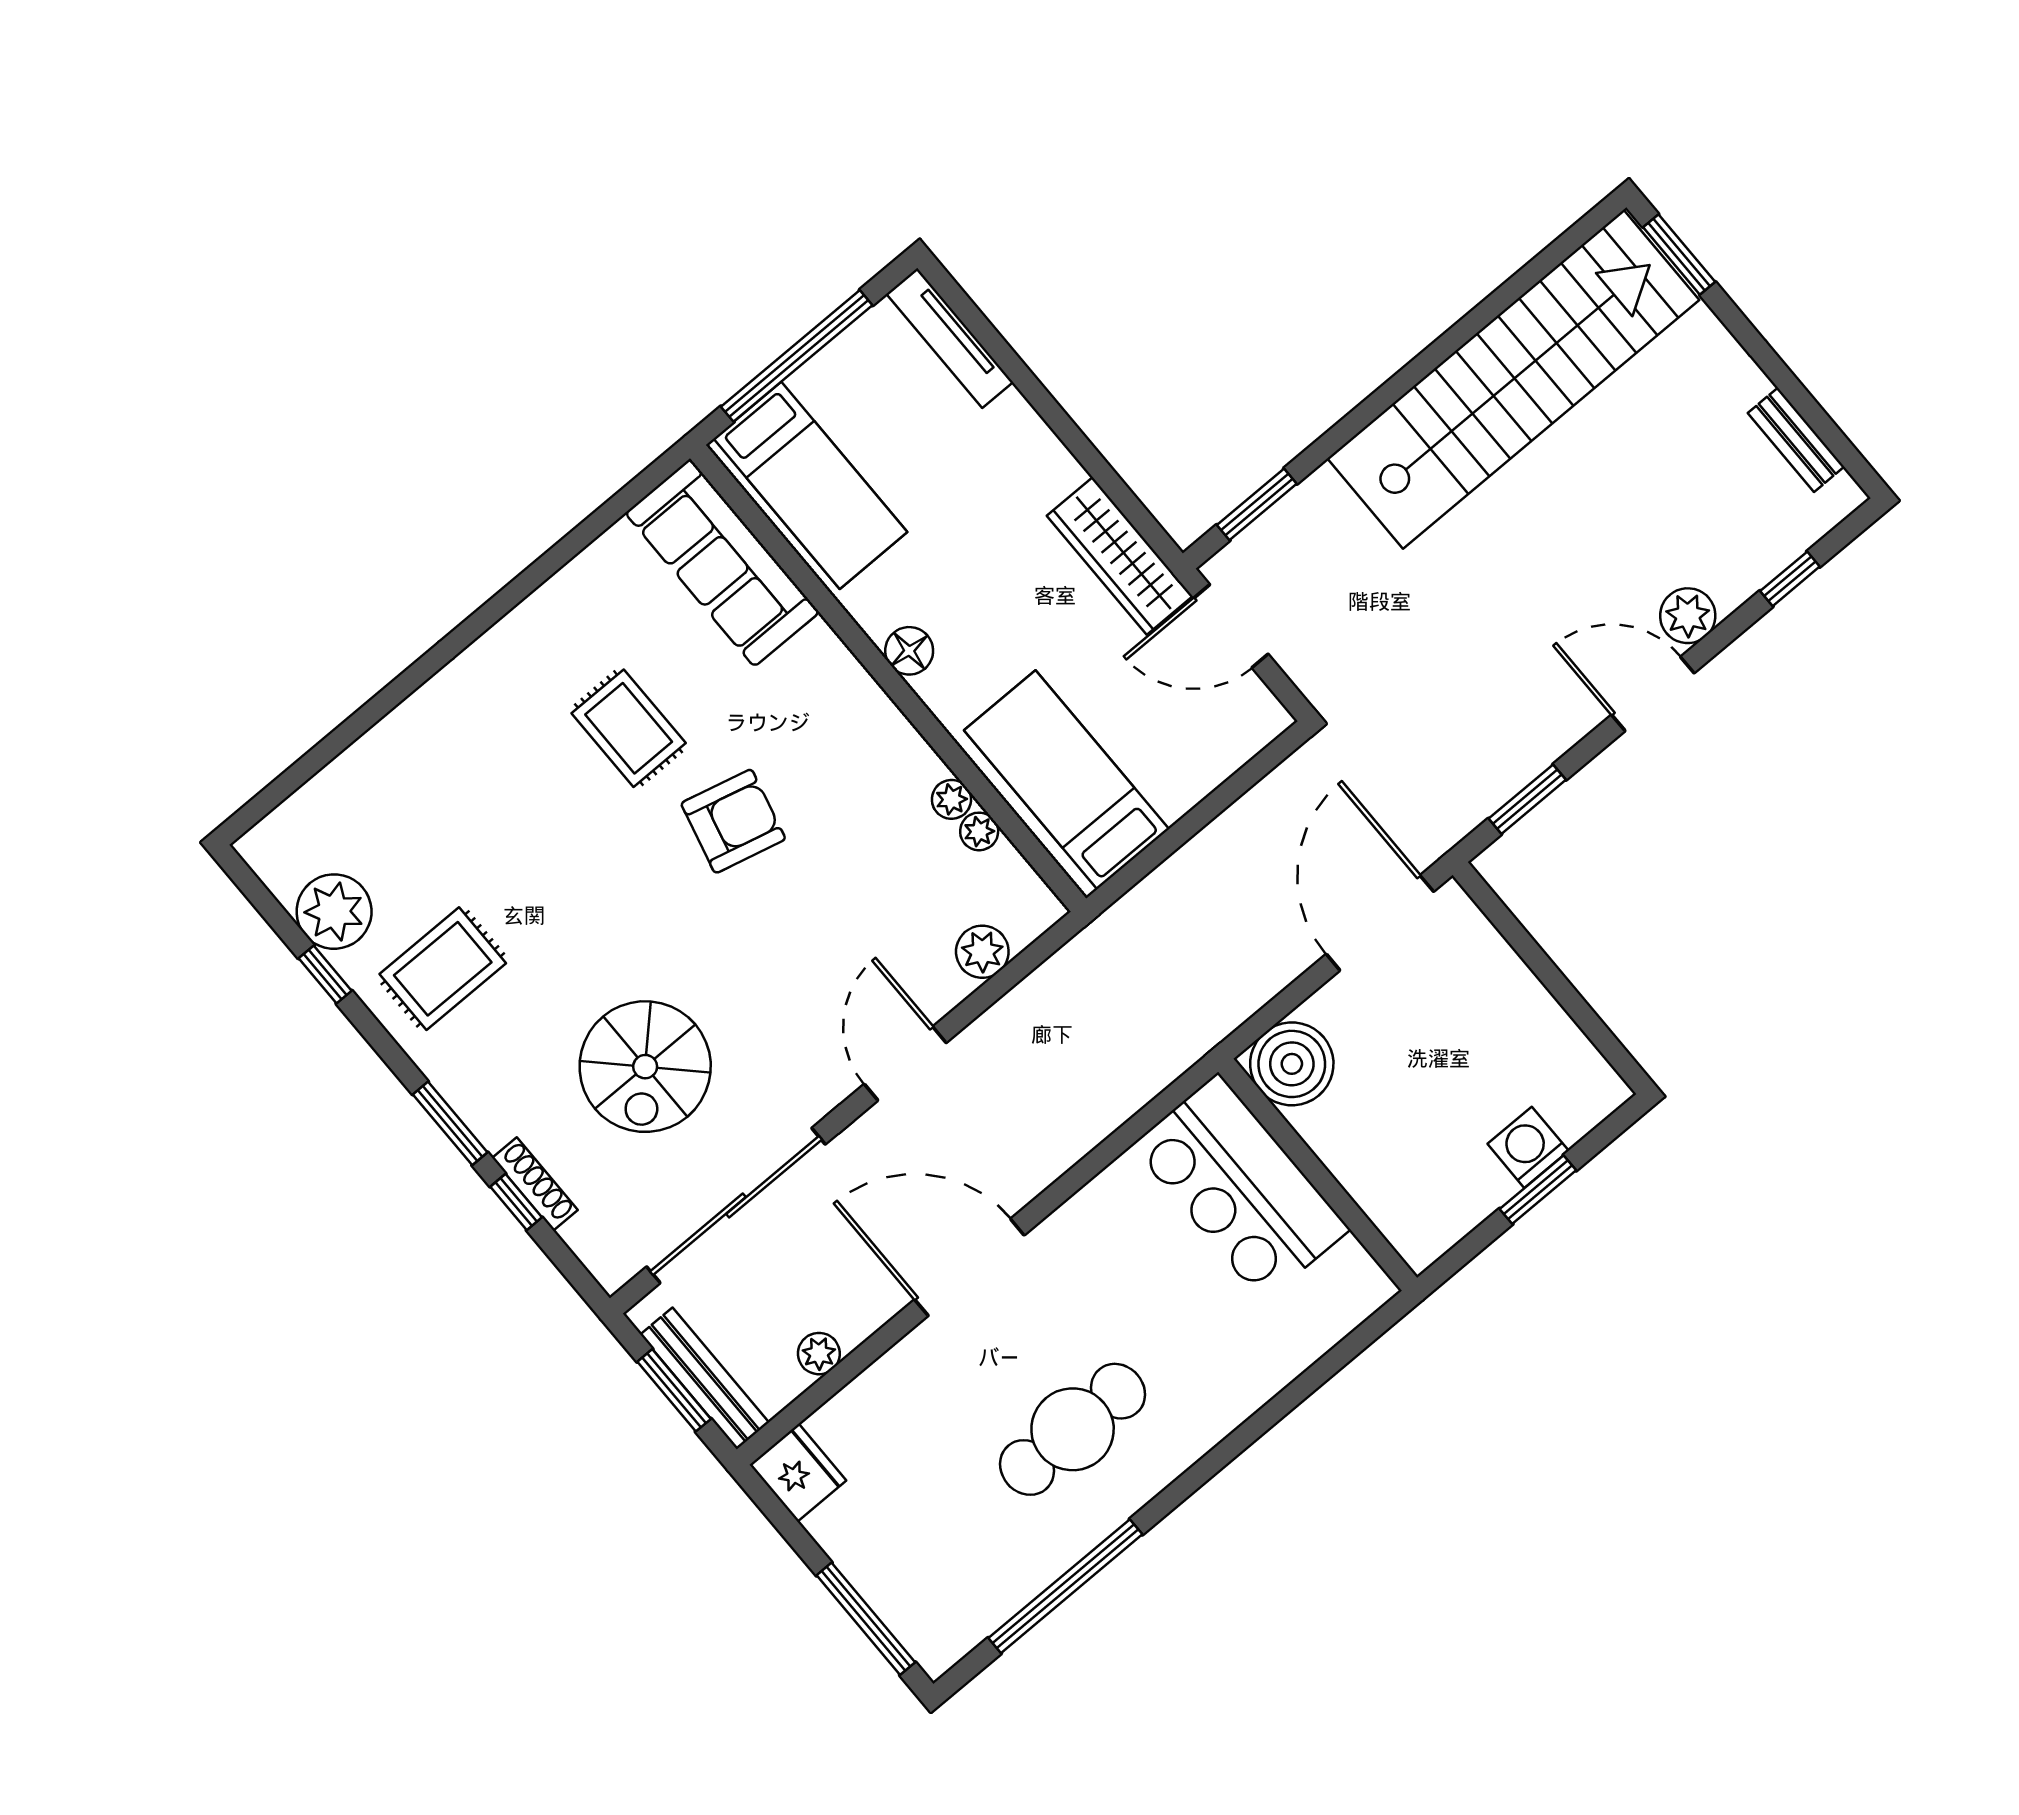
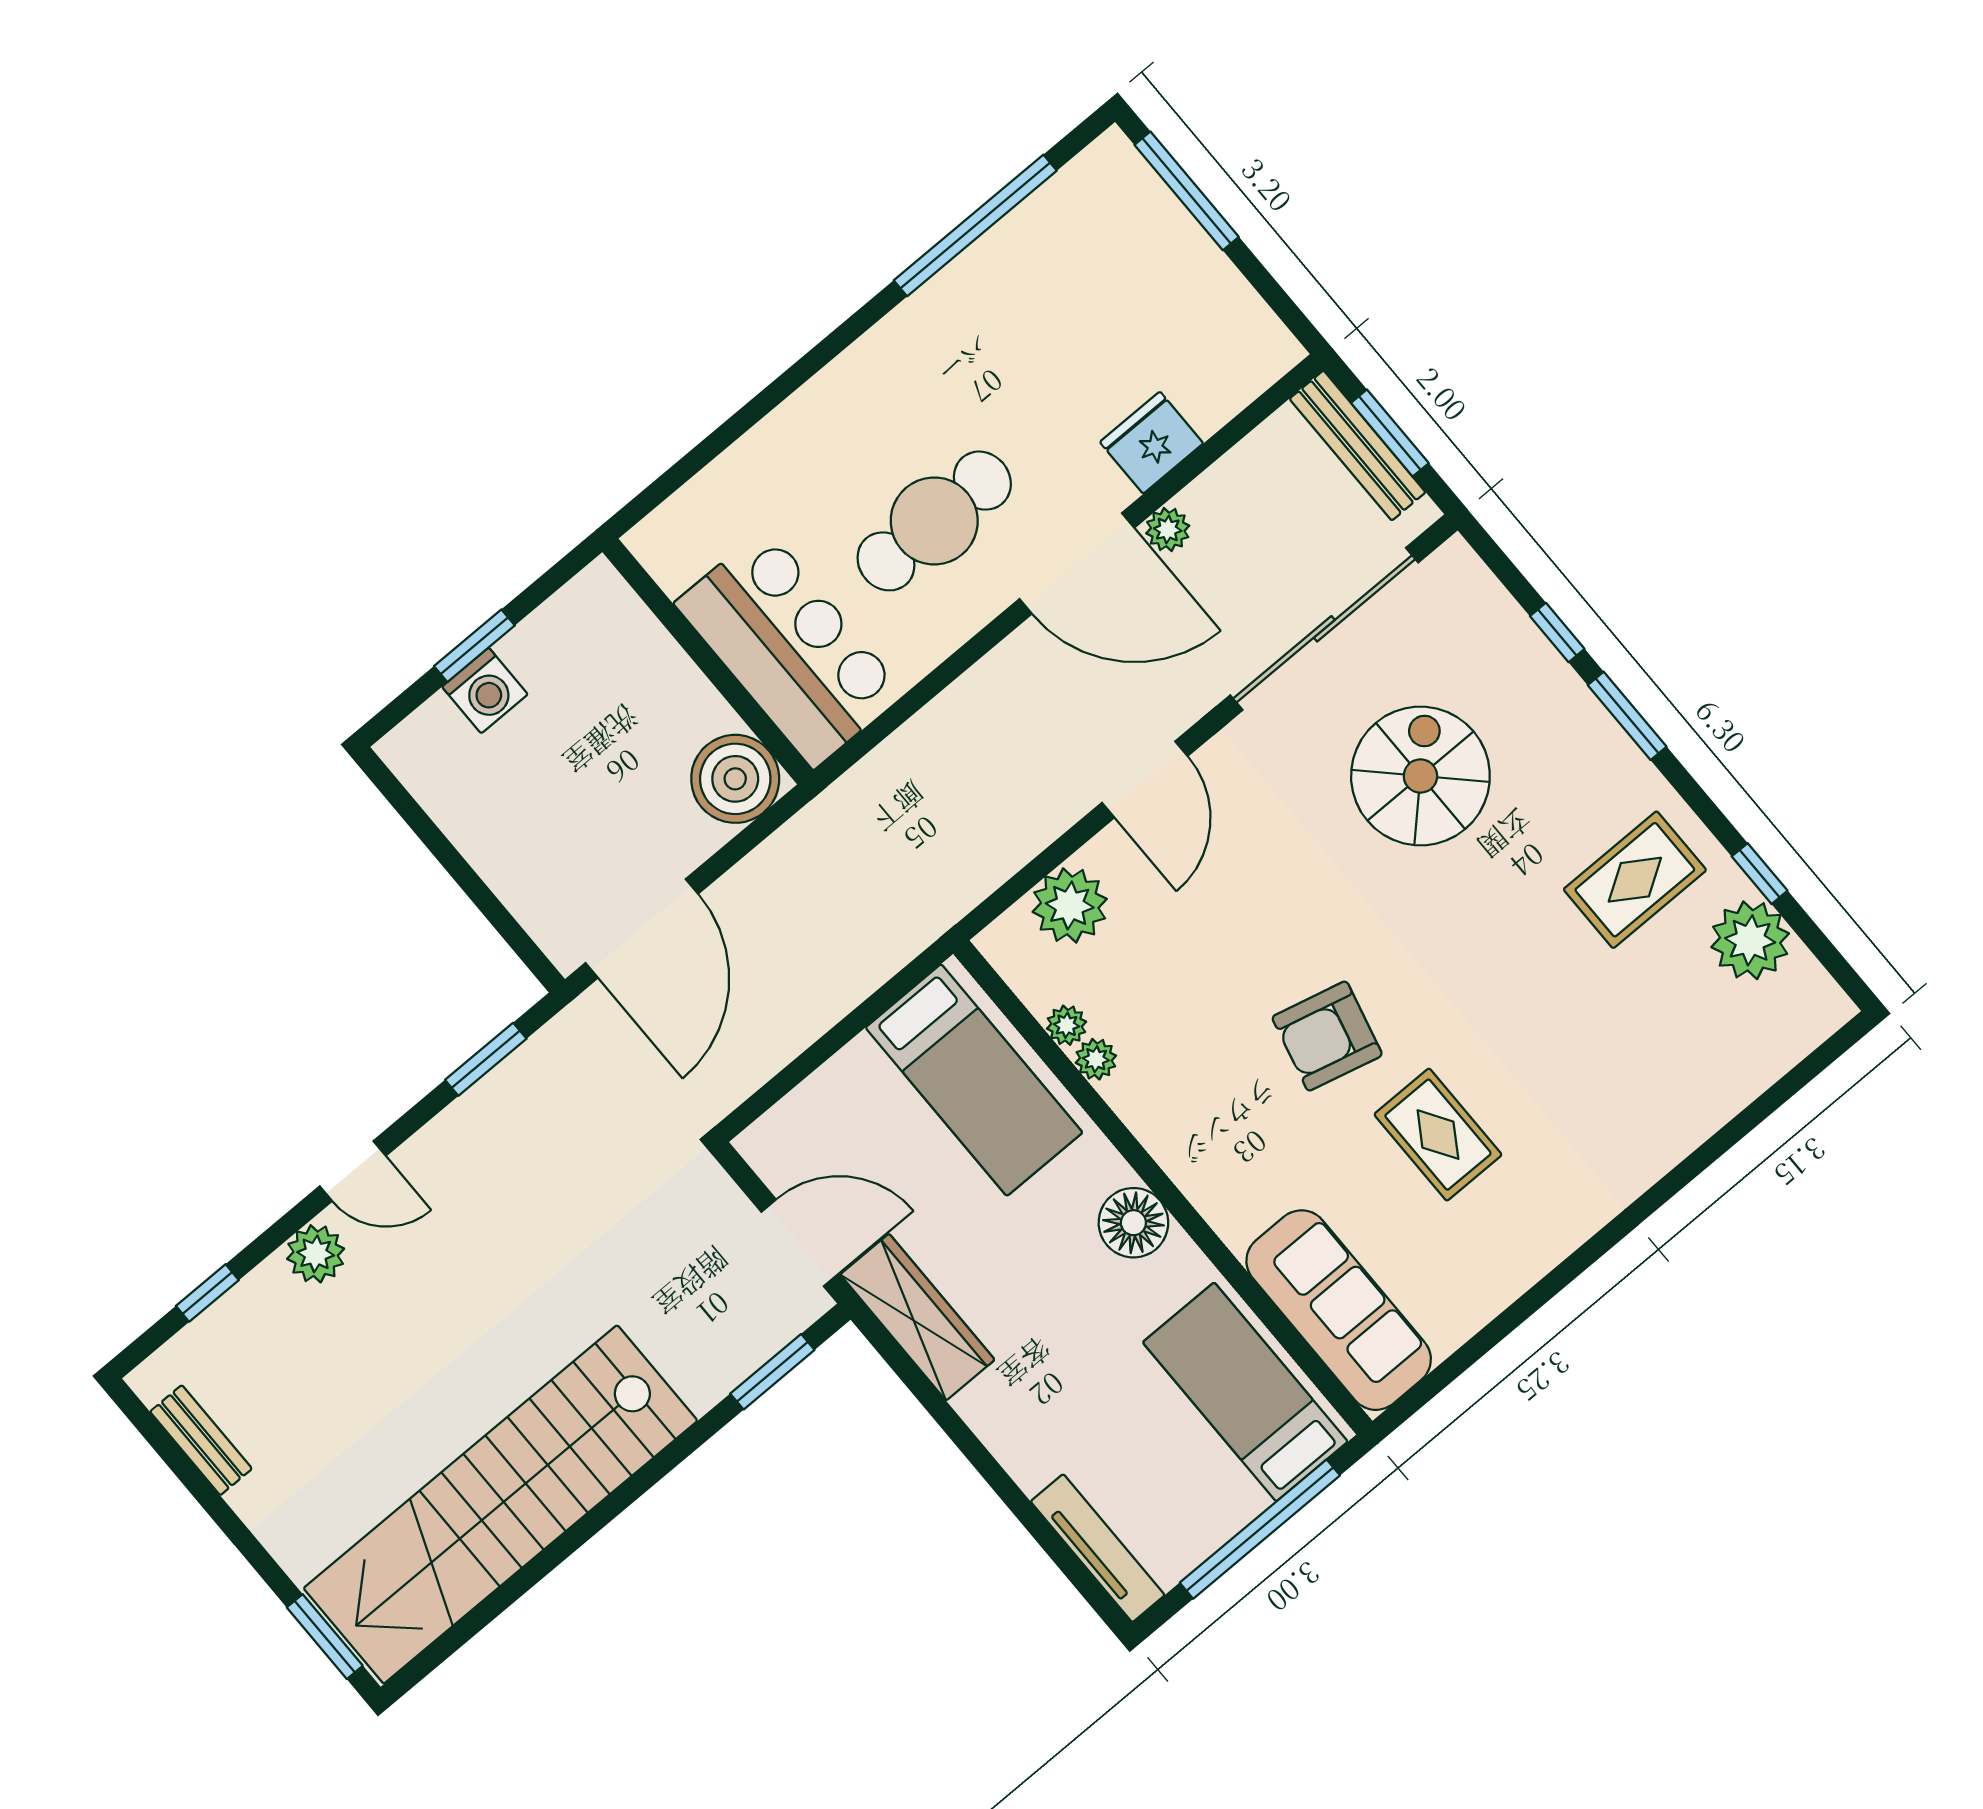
floor lamp: (909, 651) -> (1133, 1223), width x1.38, depth x1.38
door: (1653, 694) -> (353, 1171), width x0.73
plant: (982, 952) -> (1070, 905), width x1.36, depth x1.36
shoe rack: (535, 1184) -> (1537, 652), removed
plant: (819, 1354) -> (1168, 530), moved
cafe table: (1073, 1429) -> (934, 521), moved
fridge: (798, 1473) -> (1152, 443), moved, turned 90

